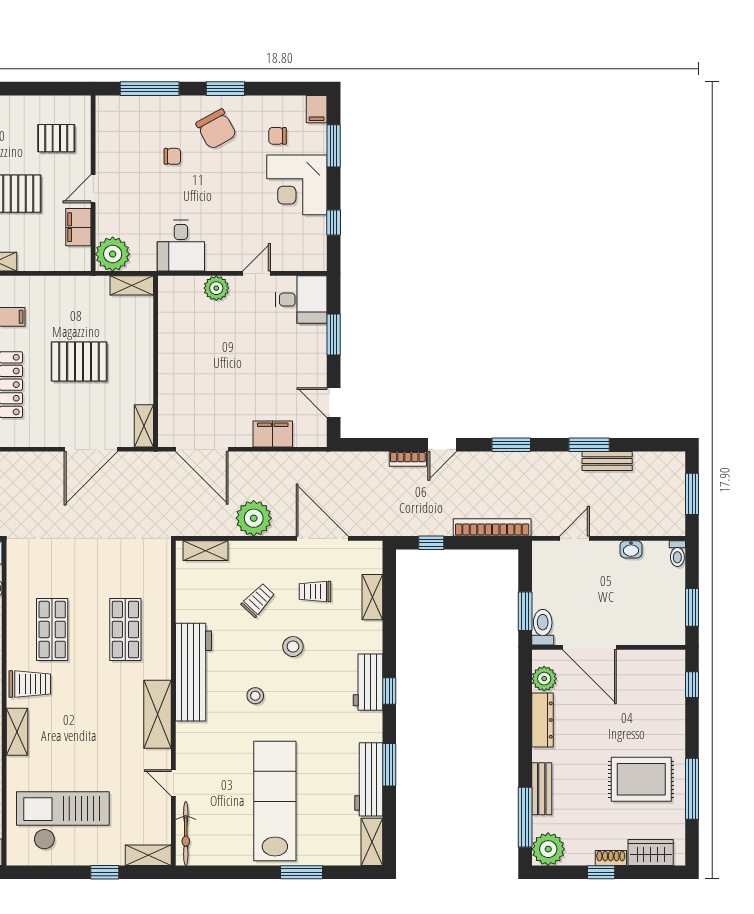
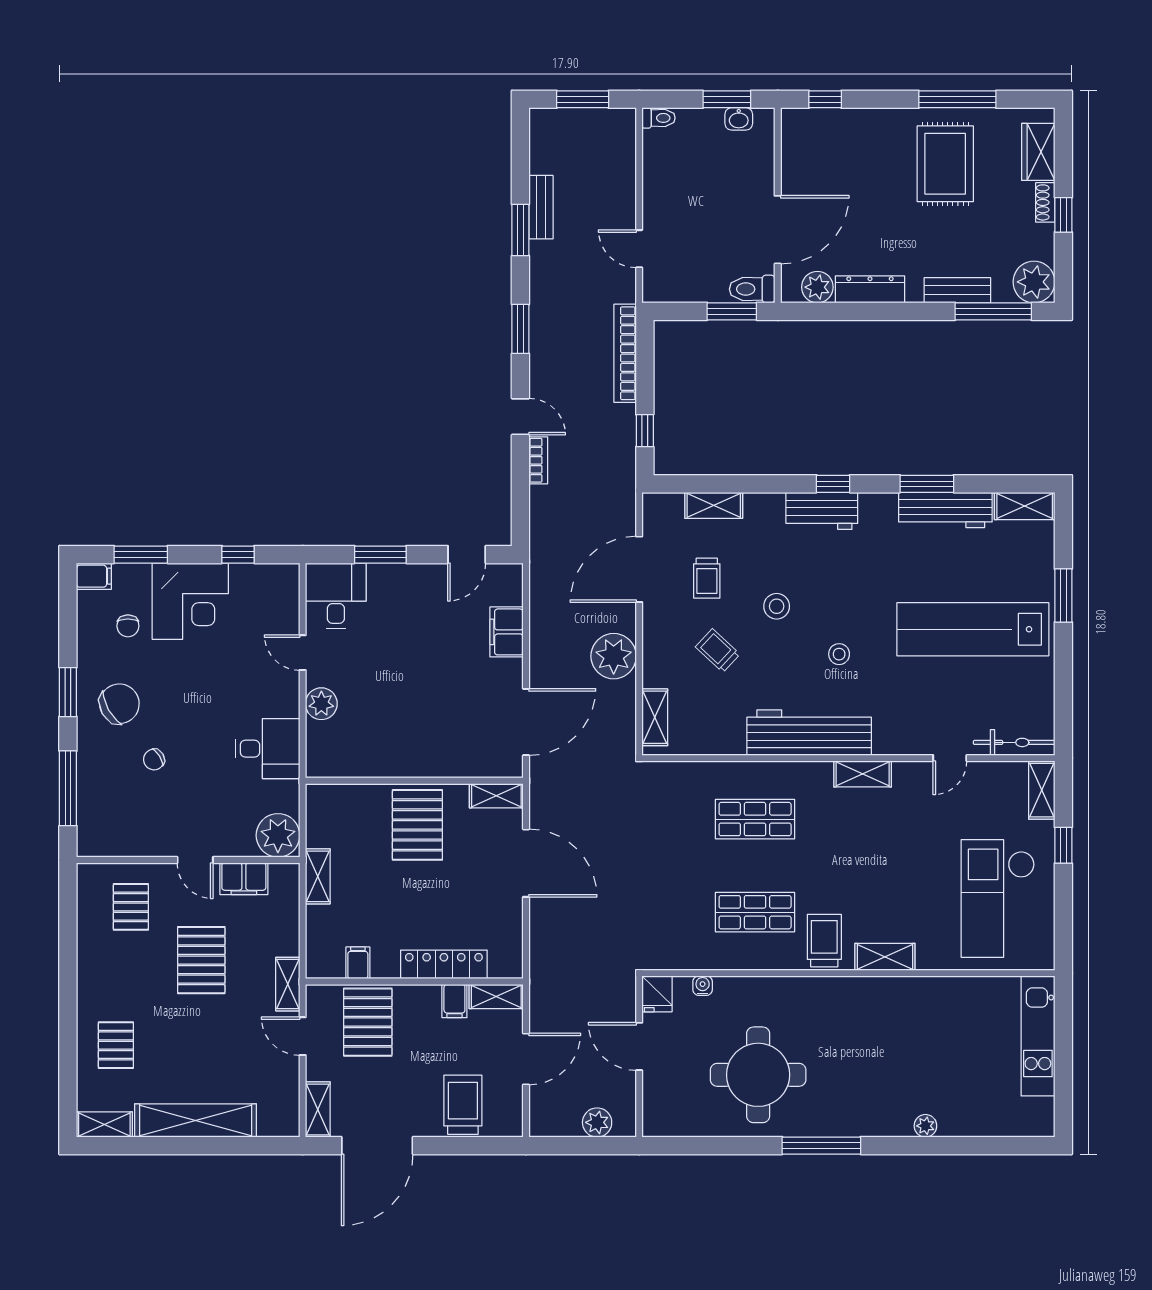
chair: (172, 156) -> (154, 759), turned -121
shelving: (132, 285) -> (318, 876), moved
pallet: (79, 362) -> (417, 825), moved
washbasin: (631, 549) -> (739, 119), moved, turned 90
shelving: (158, 714) -> (863, 774), width x0.67, depth x0.75

